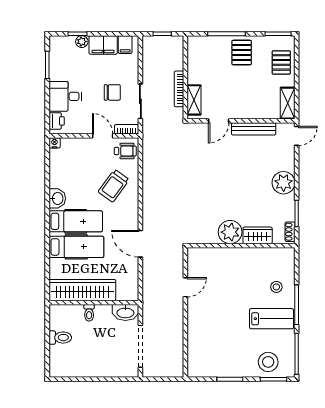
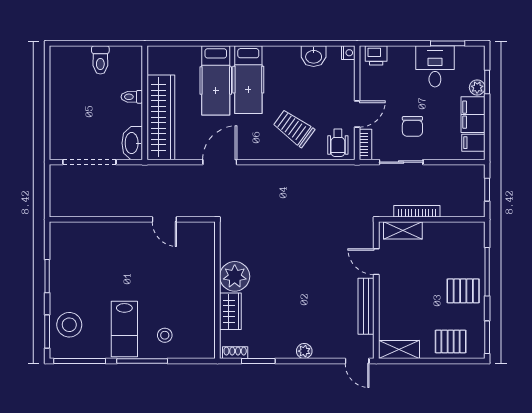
desk: (65, 96) -> (435, 66), moved
plant: (284, 183) -> (304, 351), width x0.53, depth x0.53
washbasin: (57, 198) -> (314, 56), moved
wardrobe: (82, 290) -> (161, 117), moved

